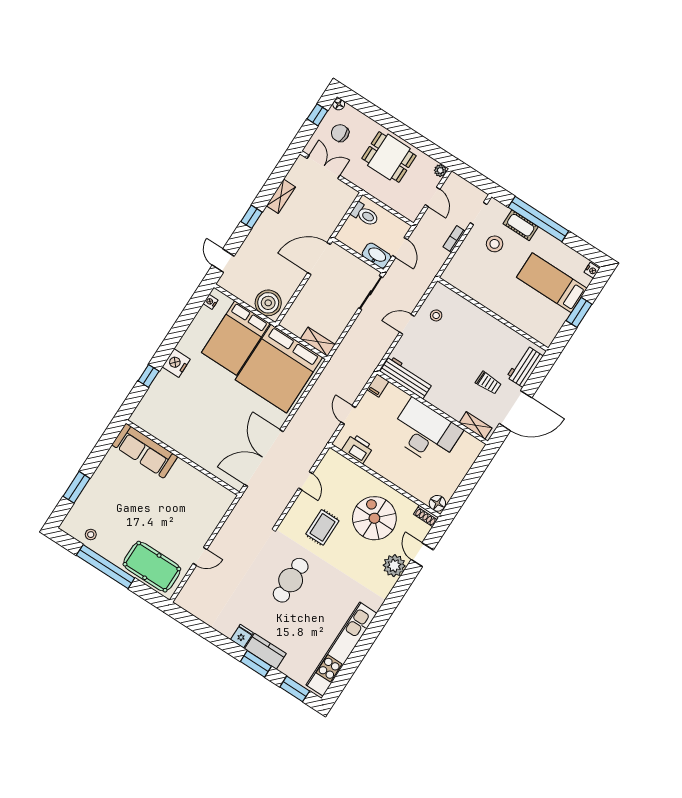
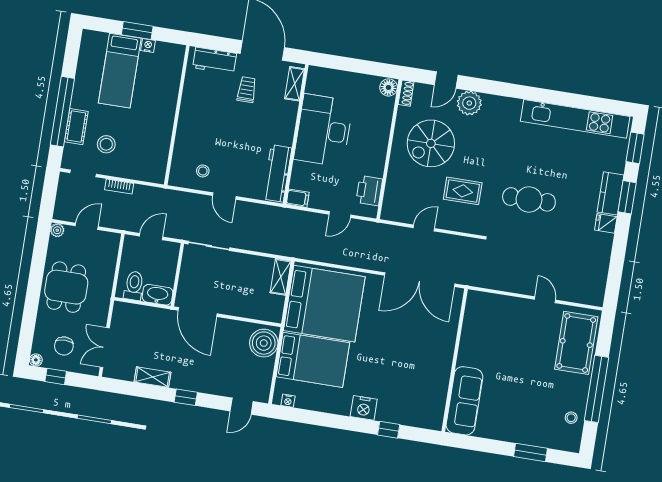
washbasin: (377, 256) -> (157, 295), moved, turned 90
nightstand: (592, 270) -> (148, 45), moved

